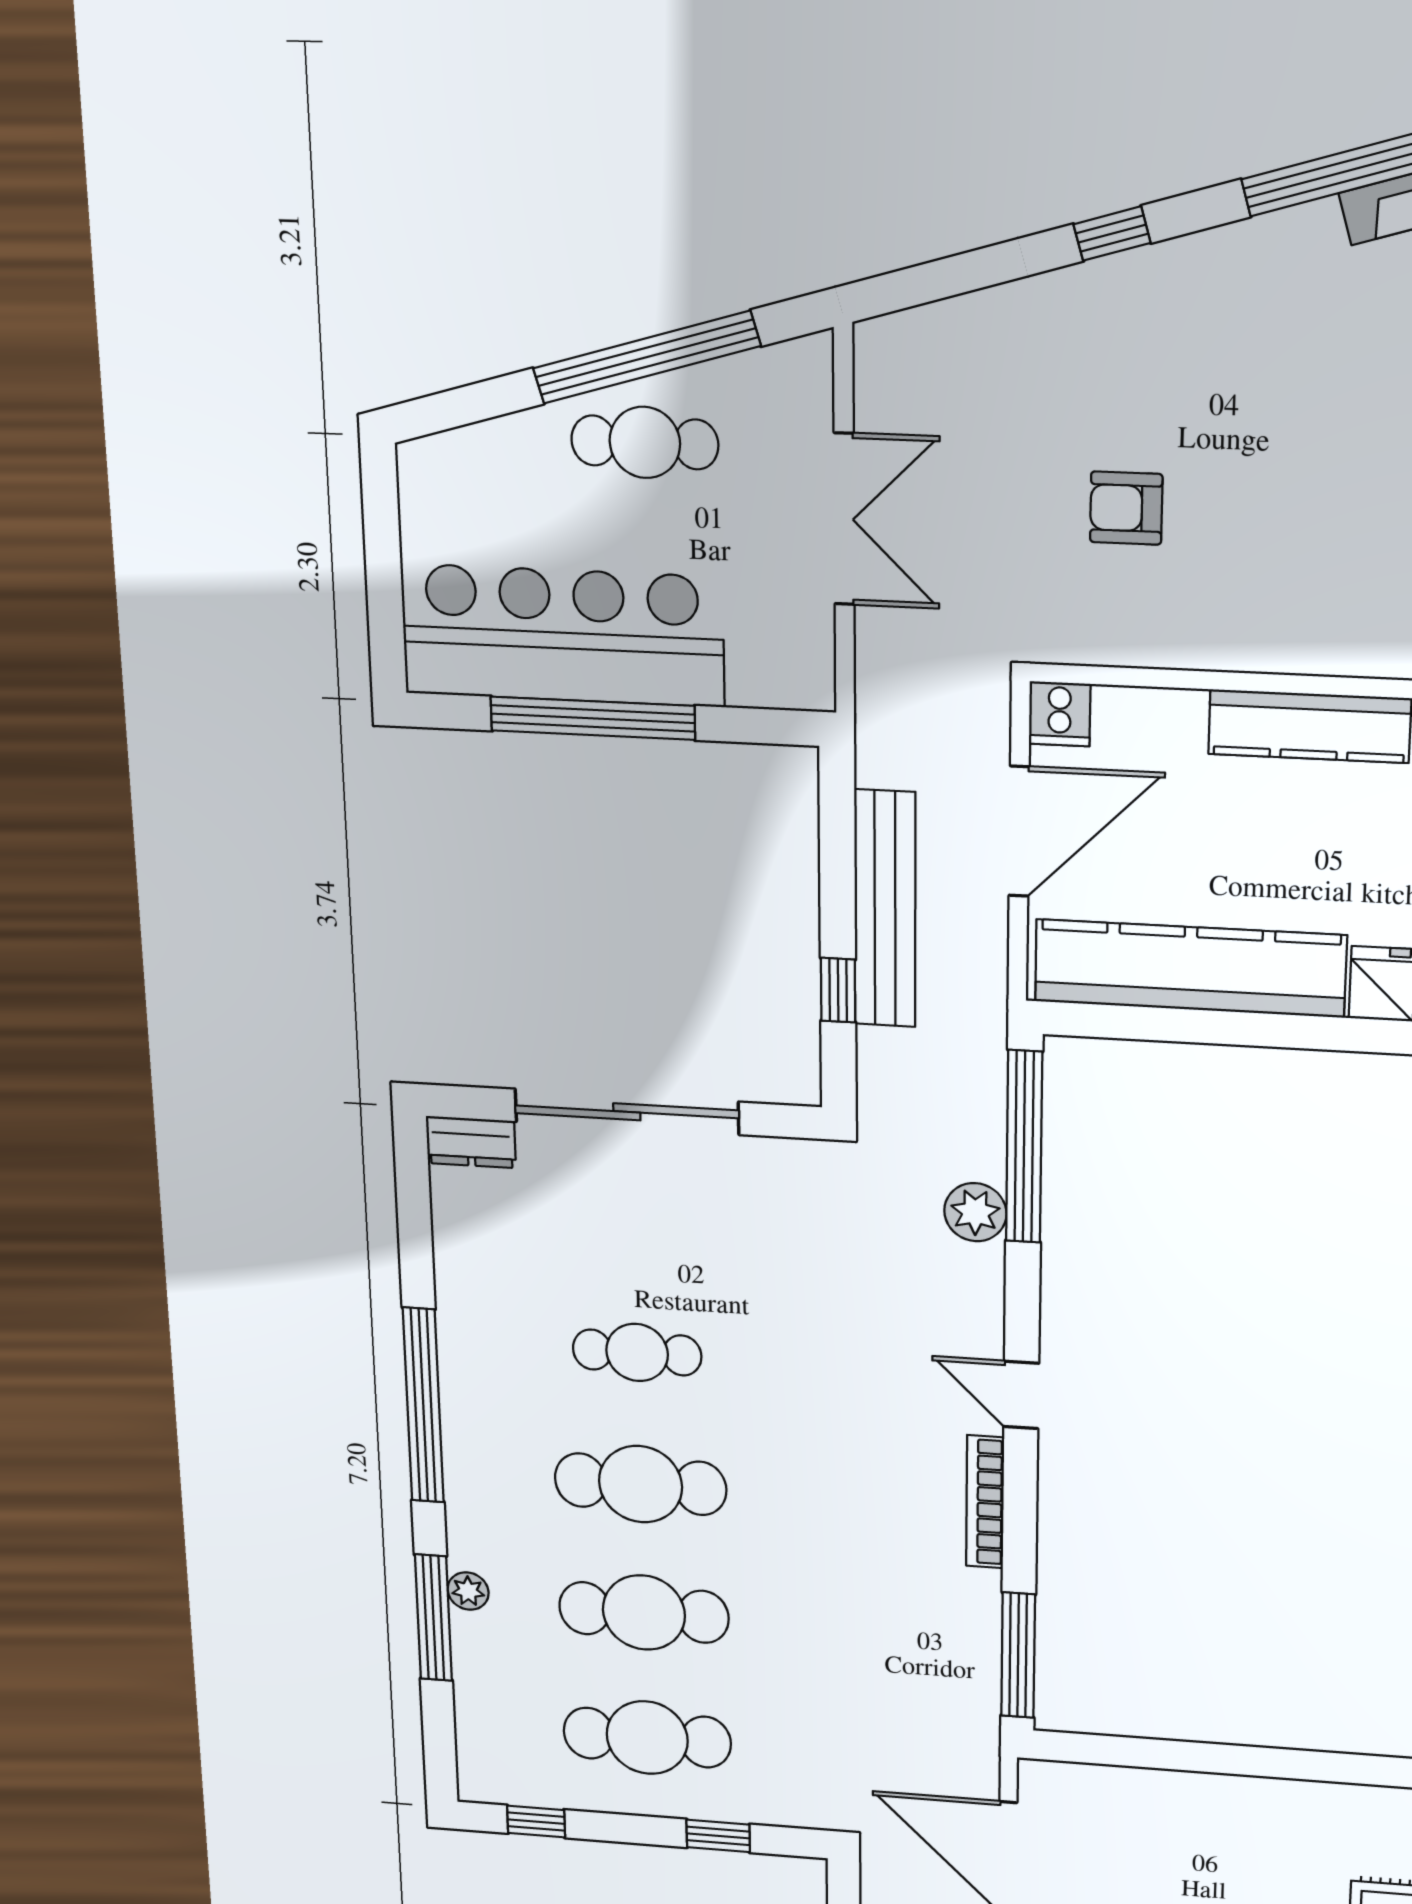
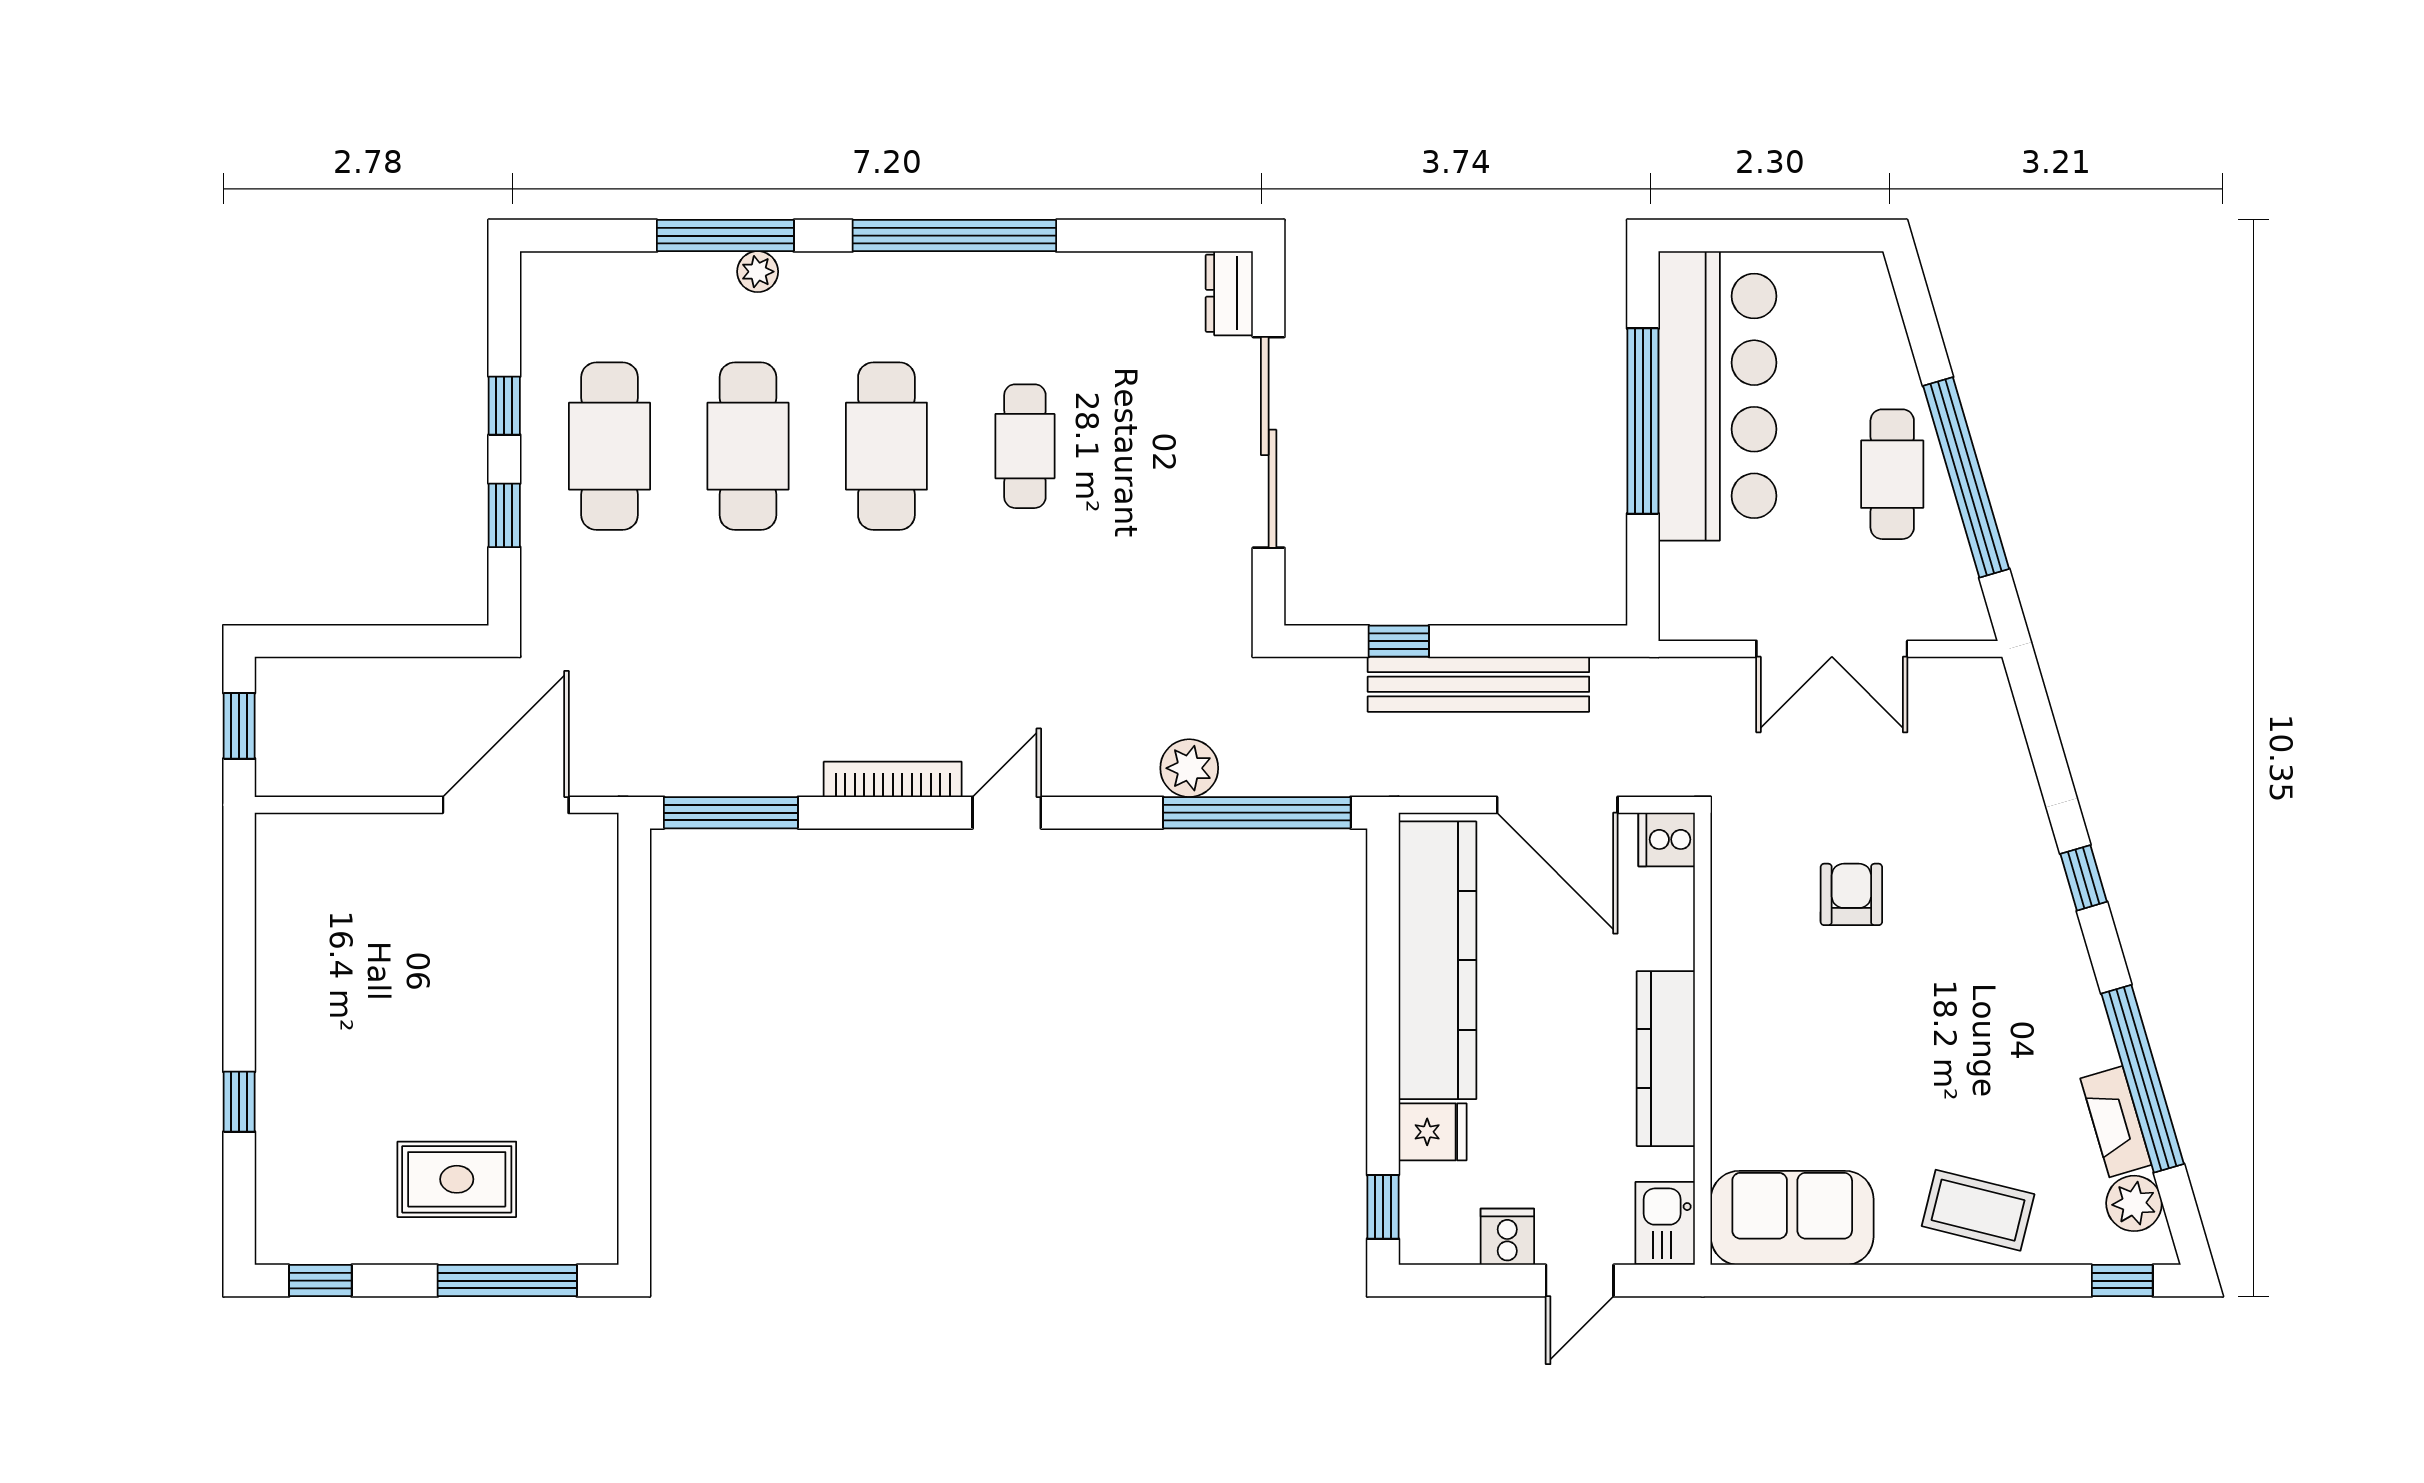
window: (536, 1822) -> (504, 406), moved

